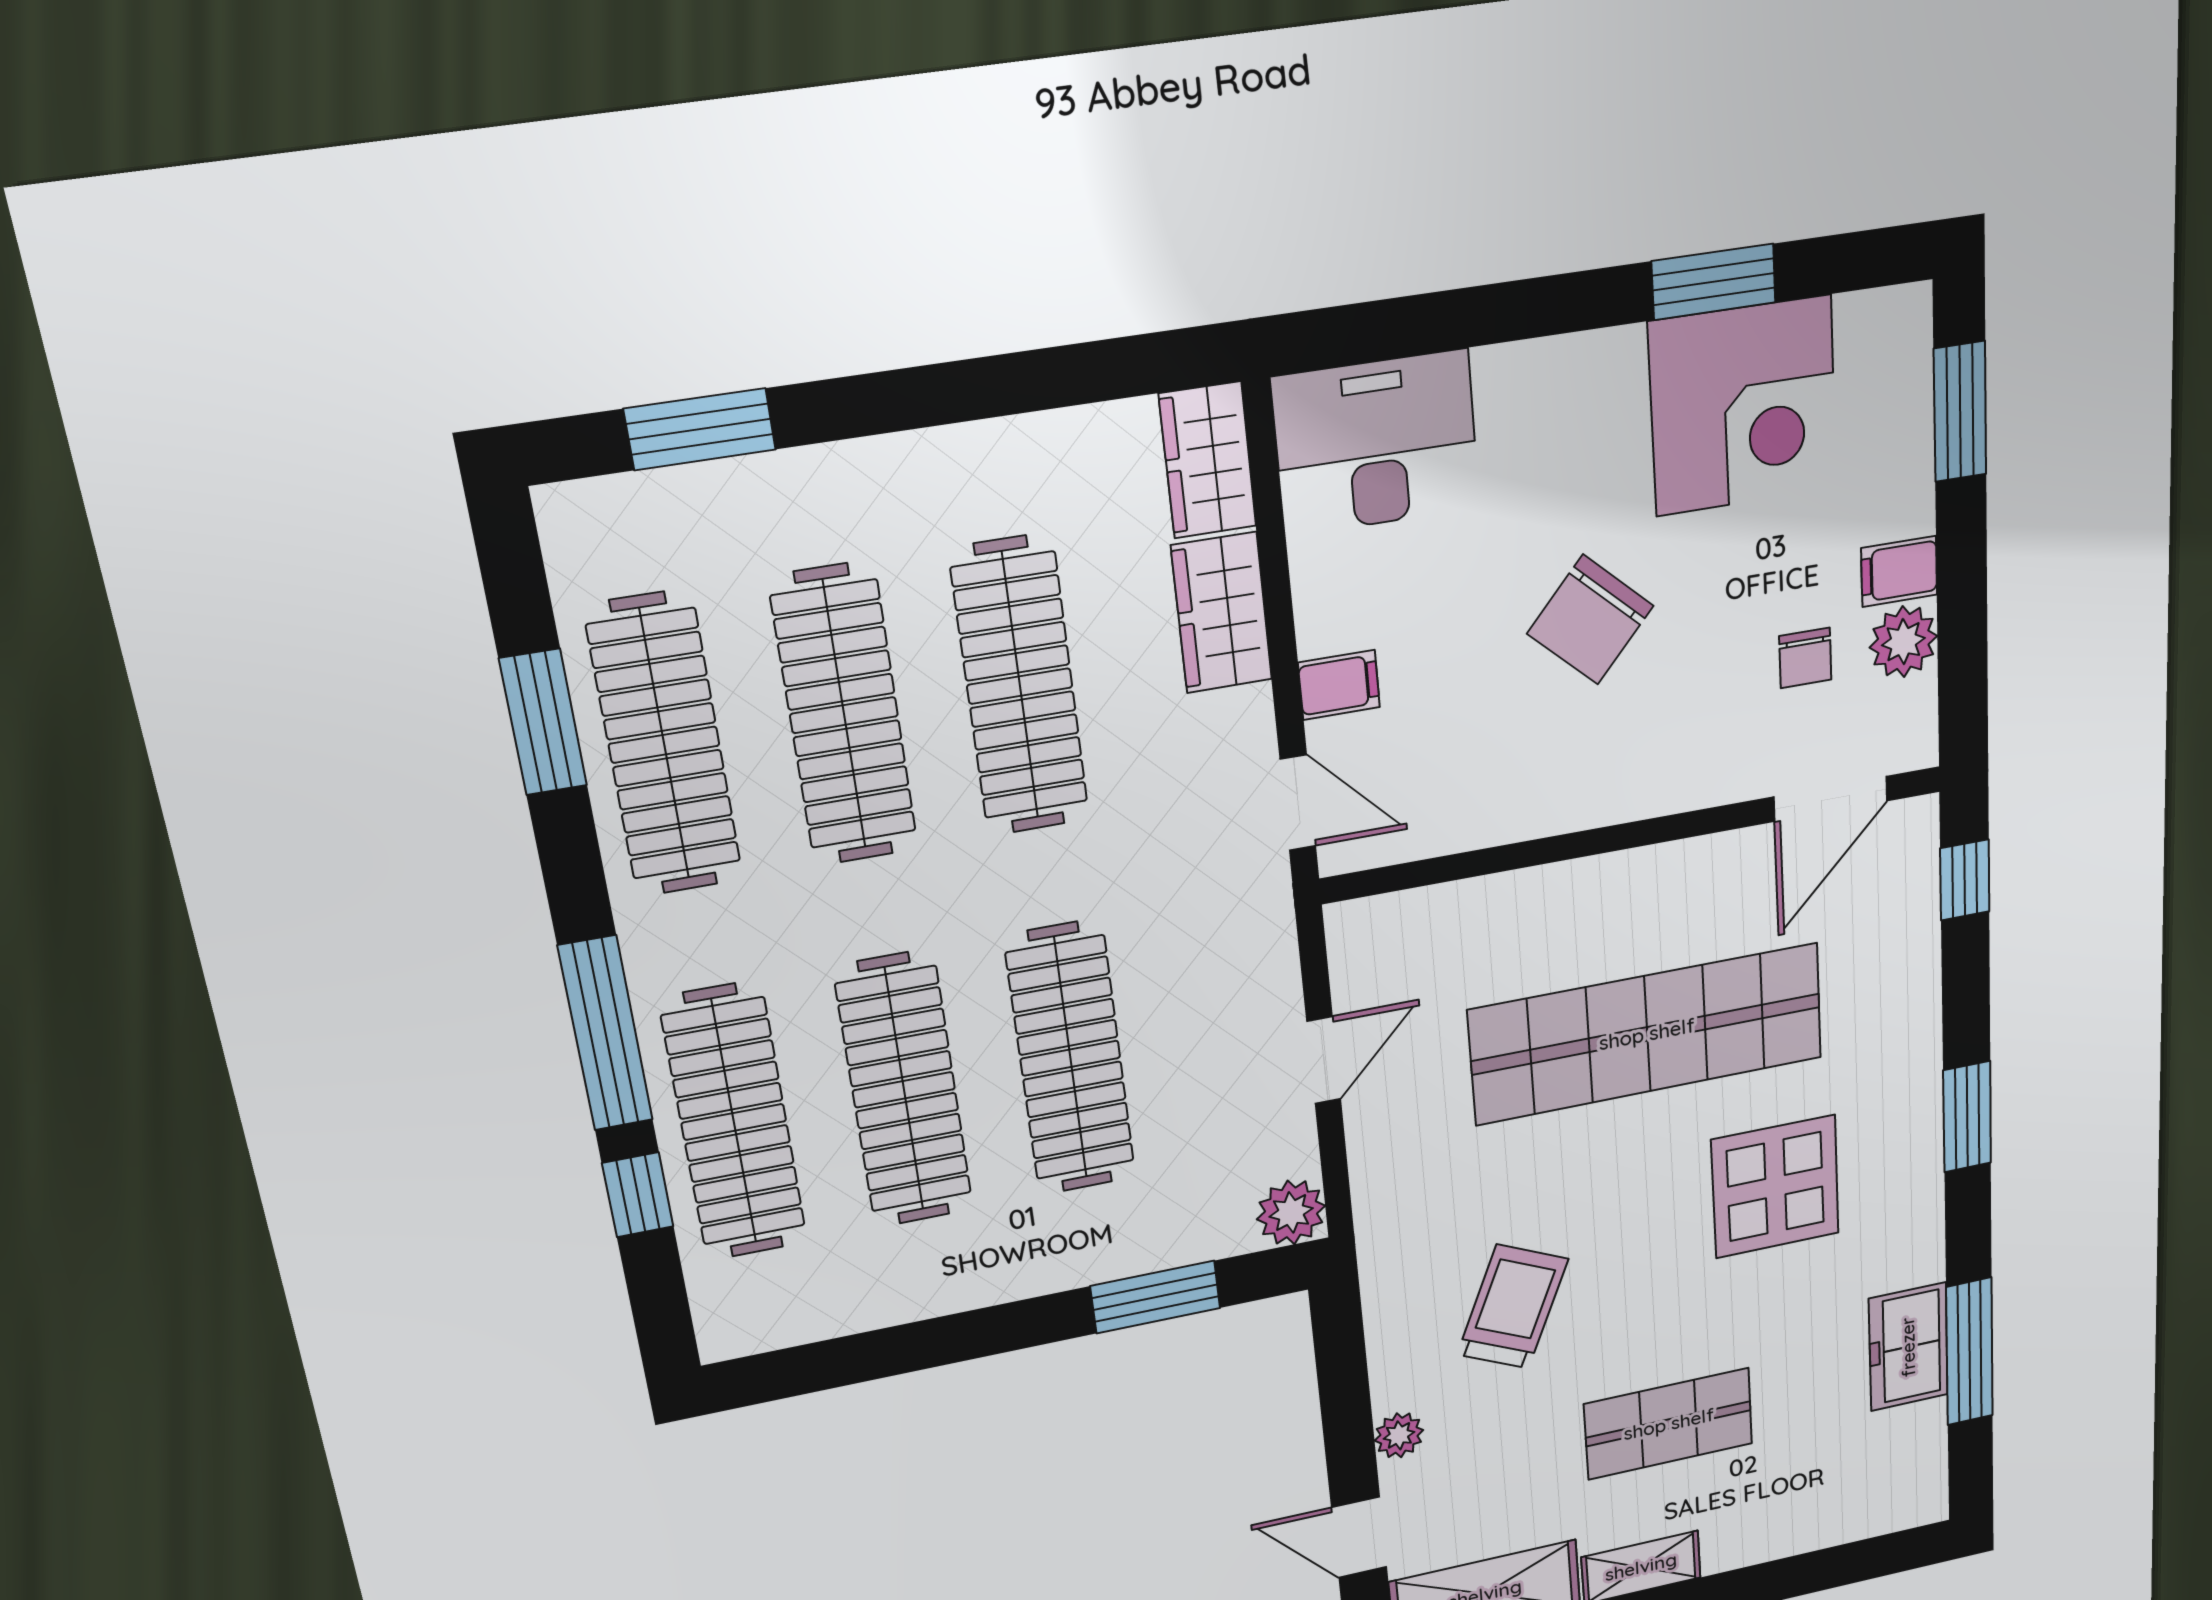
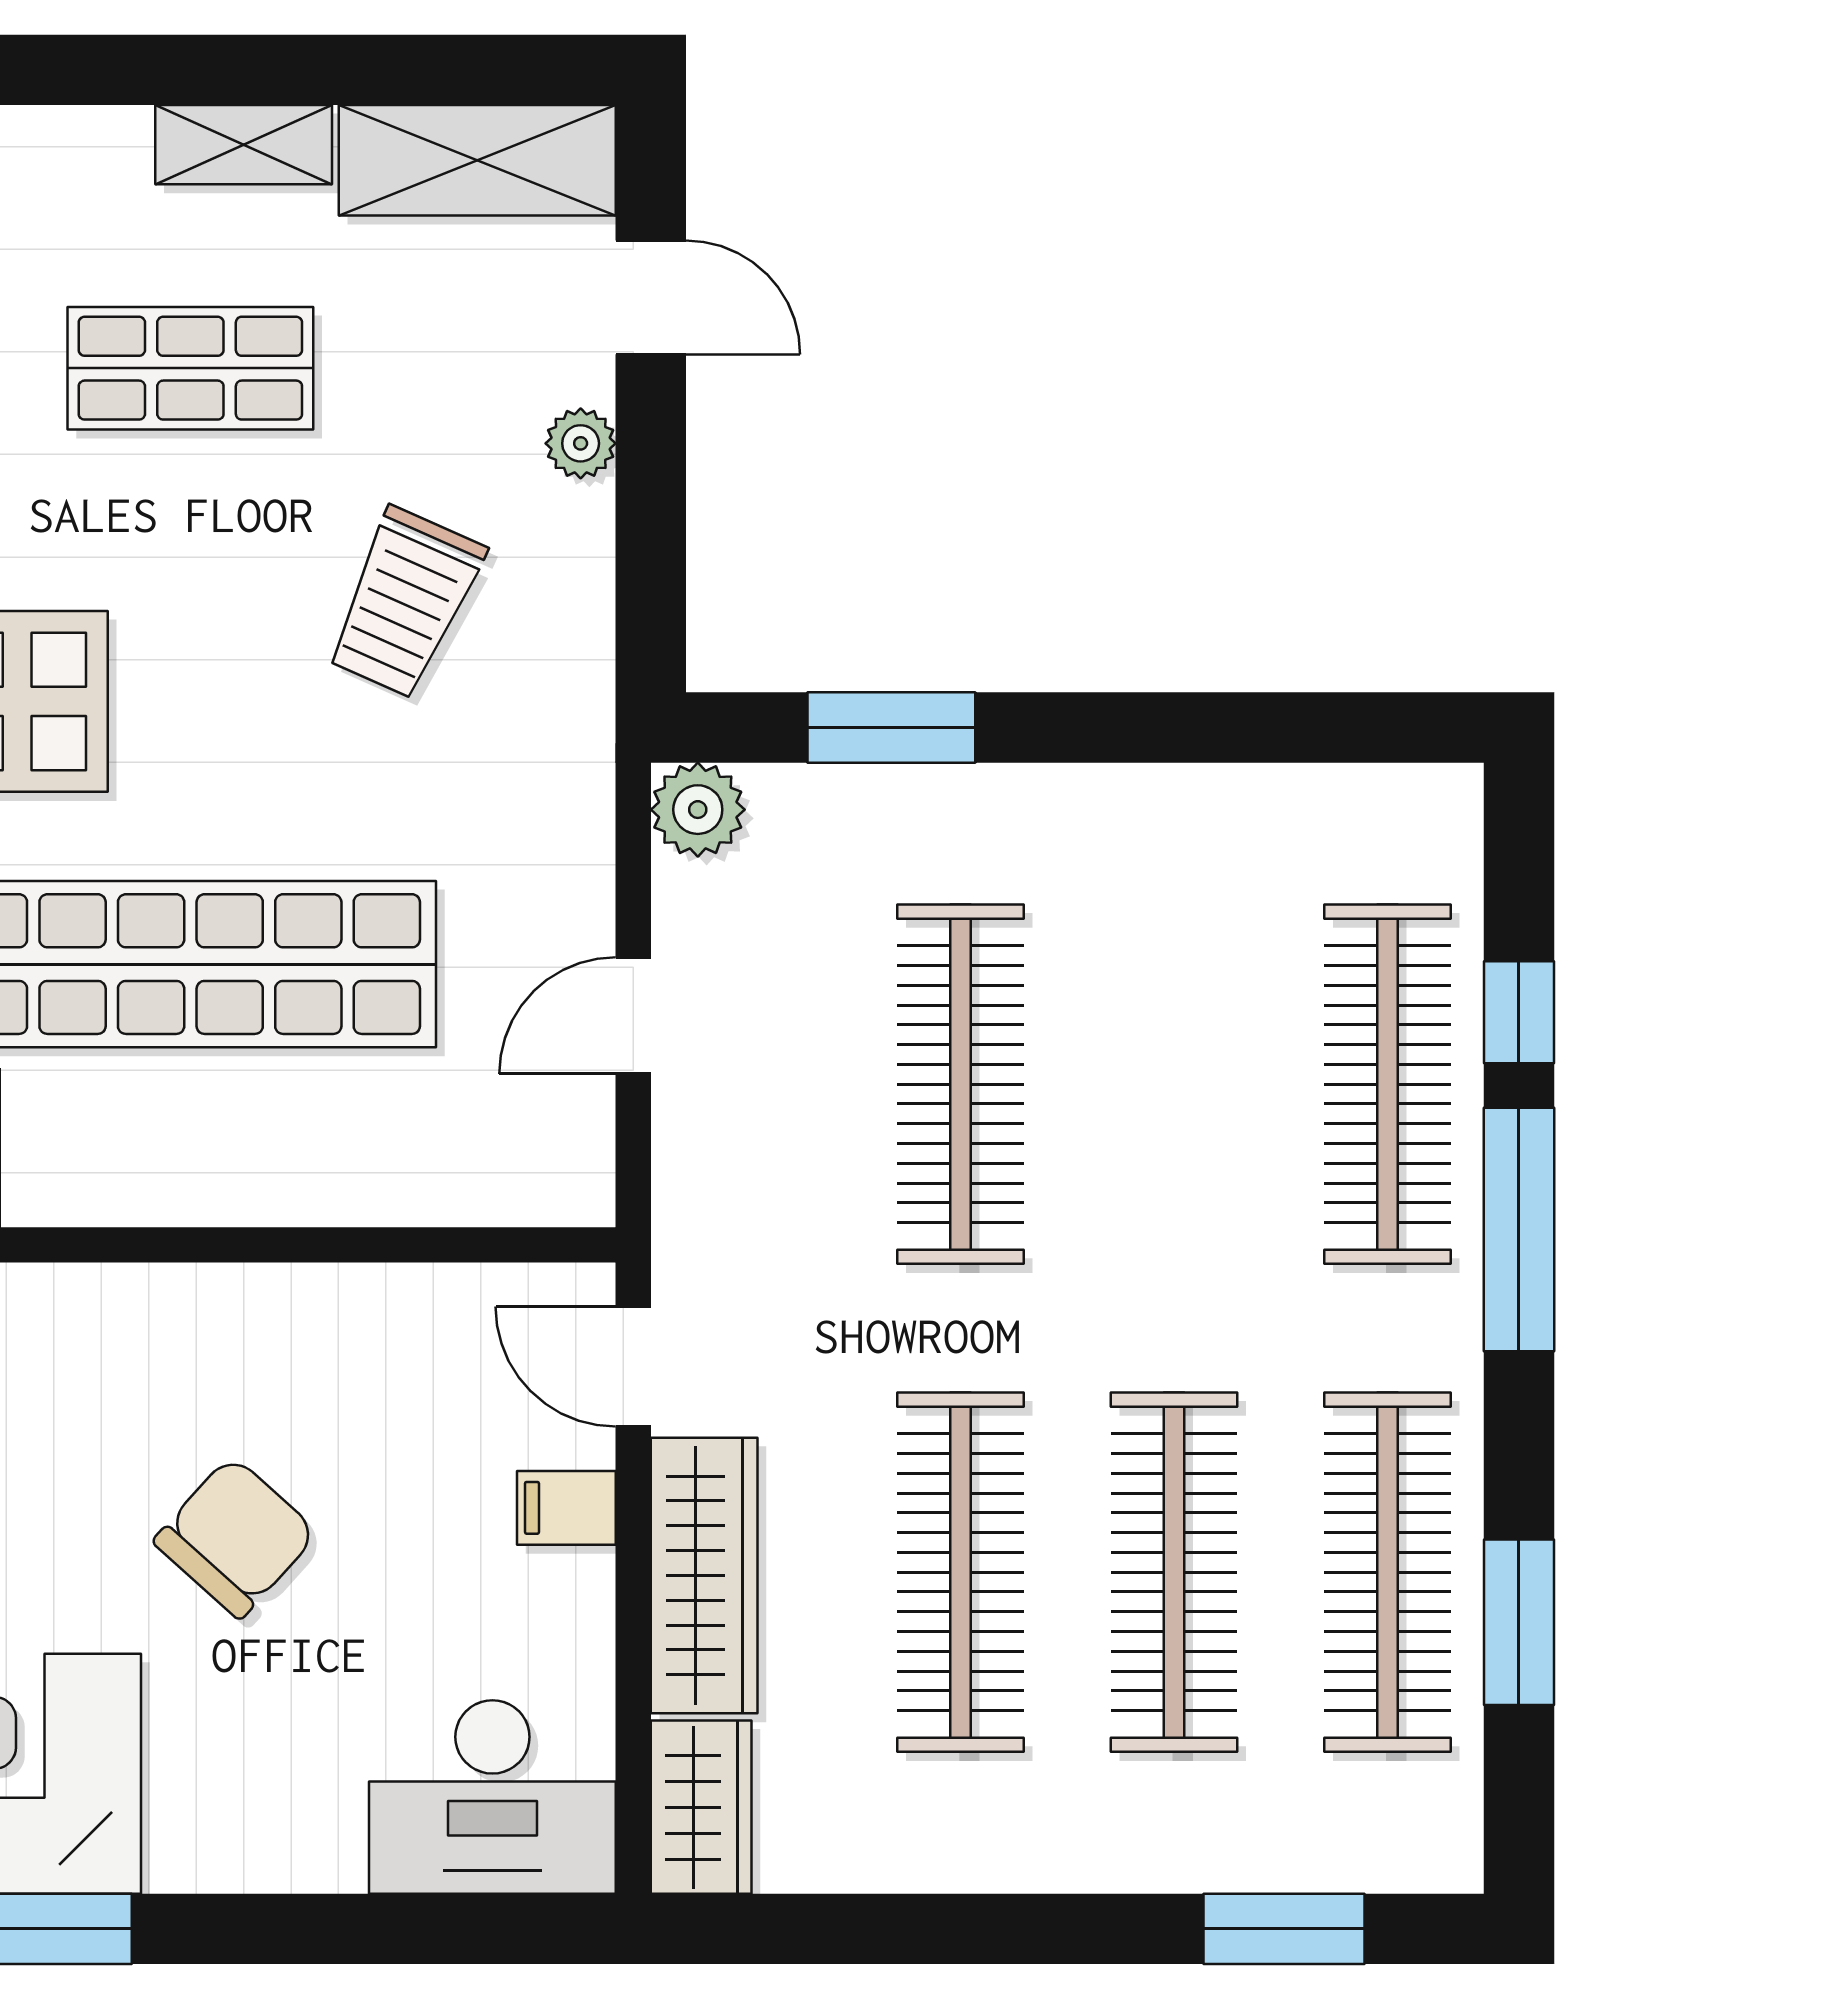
wardrobe: (1222, 613) -> (704, 1575), width x1.50
clothes rail: (904, 1090) -> (1174, 1084), removed

